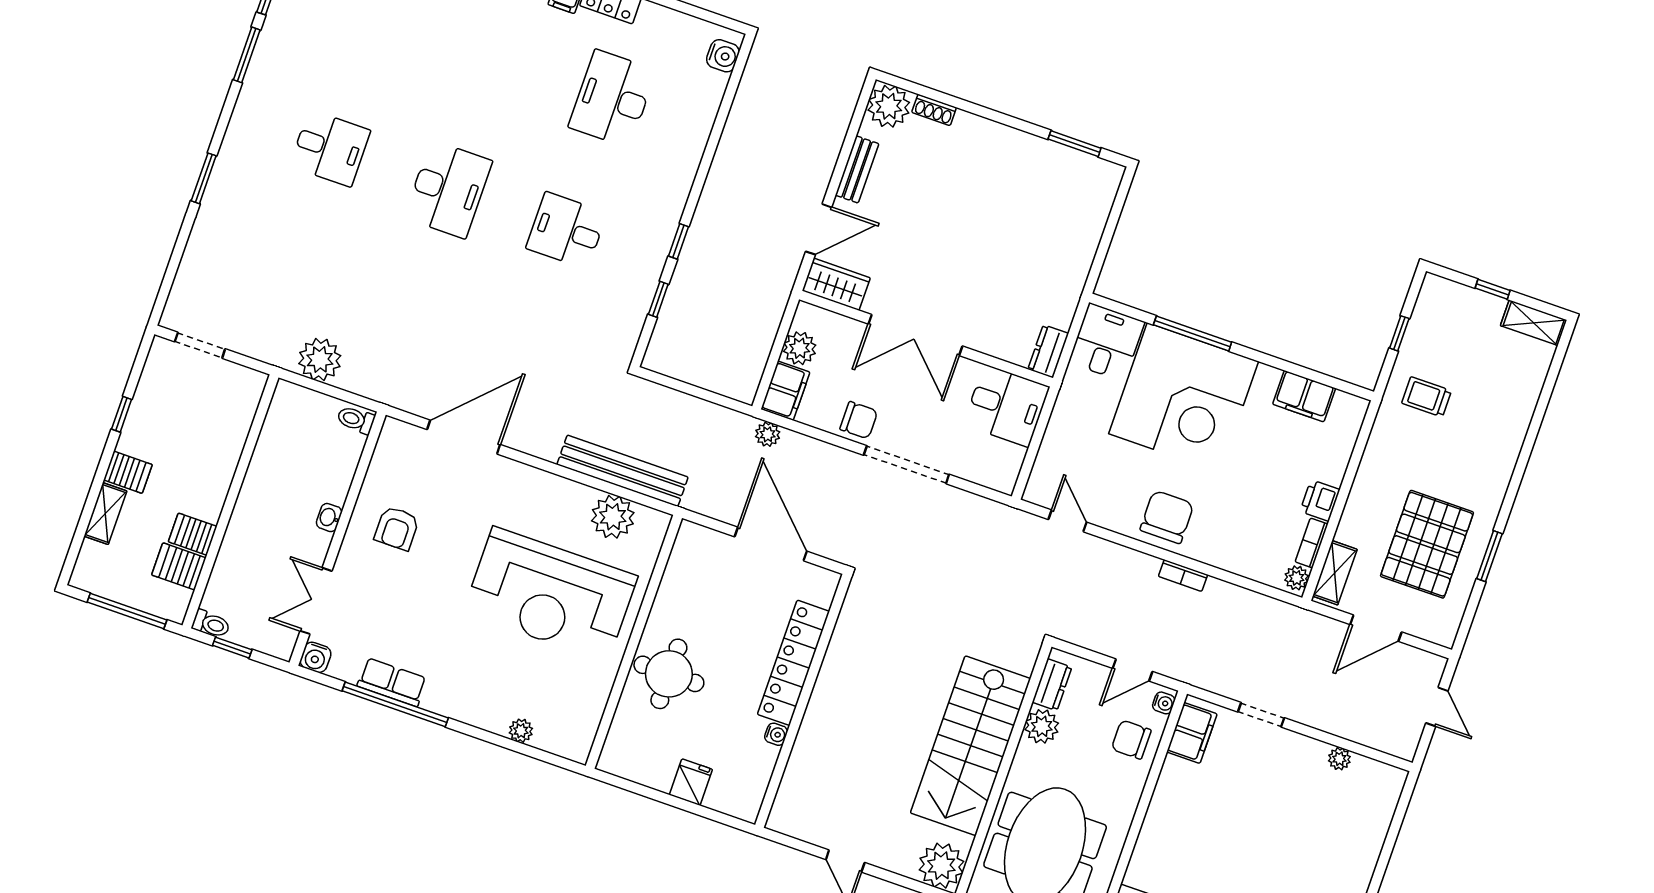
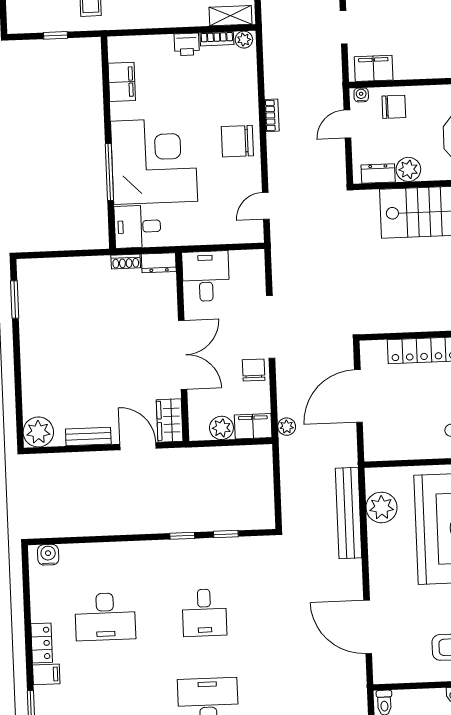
shoe rack: (934, 110) -> (126, 262), moved, turned 90
door: (1132, 670) -> (347, 124), swing flipped
chair: (1131, 740) -> (394, 107), turned -90

